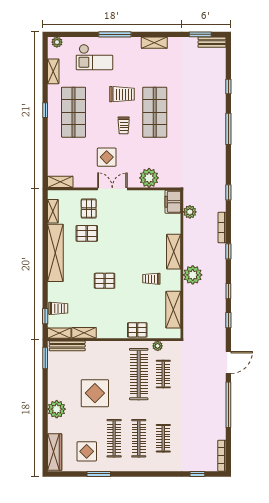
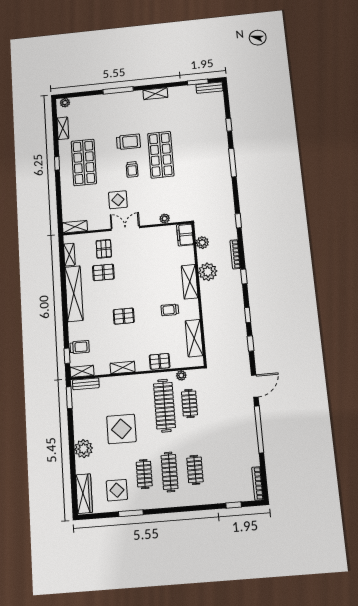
checkout: (94, 57) -> (100, 112), removed
plant: (149, 178) -> (165, 219), width x0.53, depth x0.53
plant: (193, 275) -> (208, 272), moved
shelving: (84, 333) -> (123, 368), moved
bench: (67, 346) -> (86, 384), width x0.73
clothes rail: (114, 438) -> (144, 474), width x0.73

